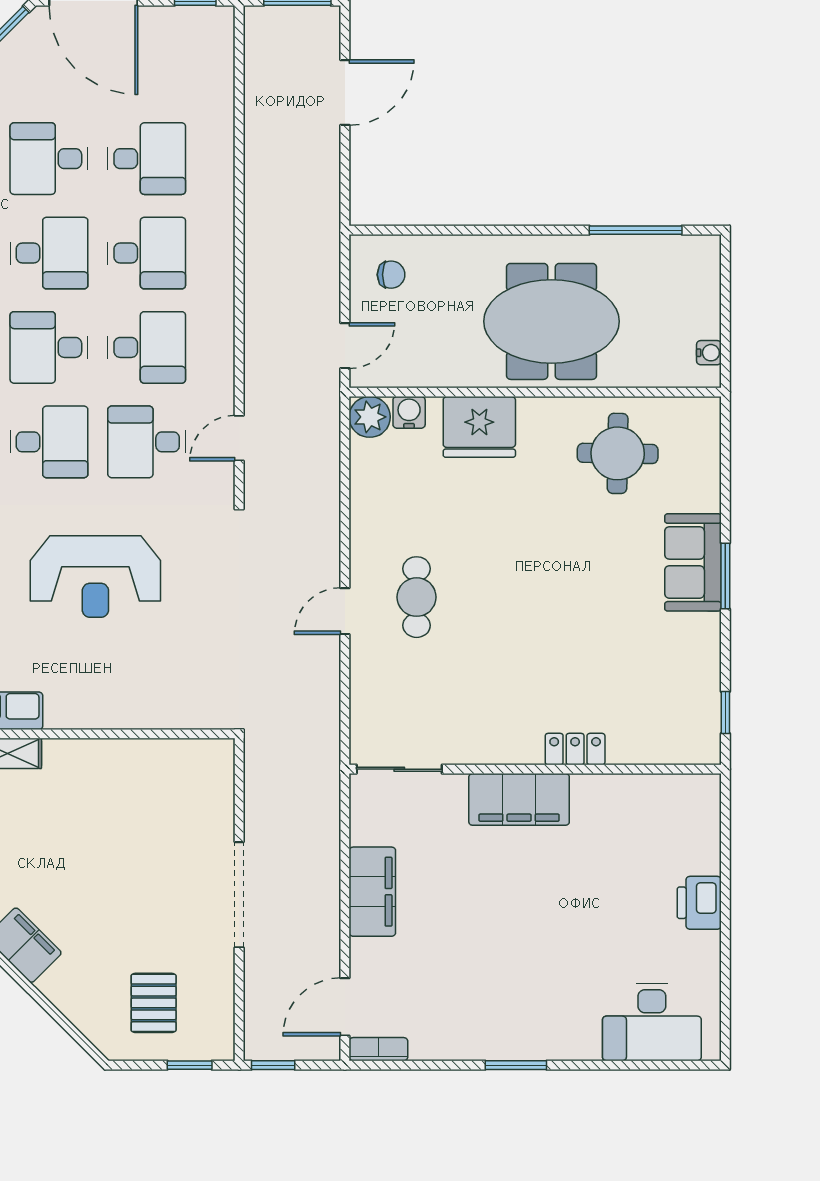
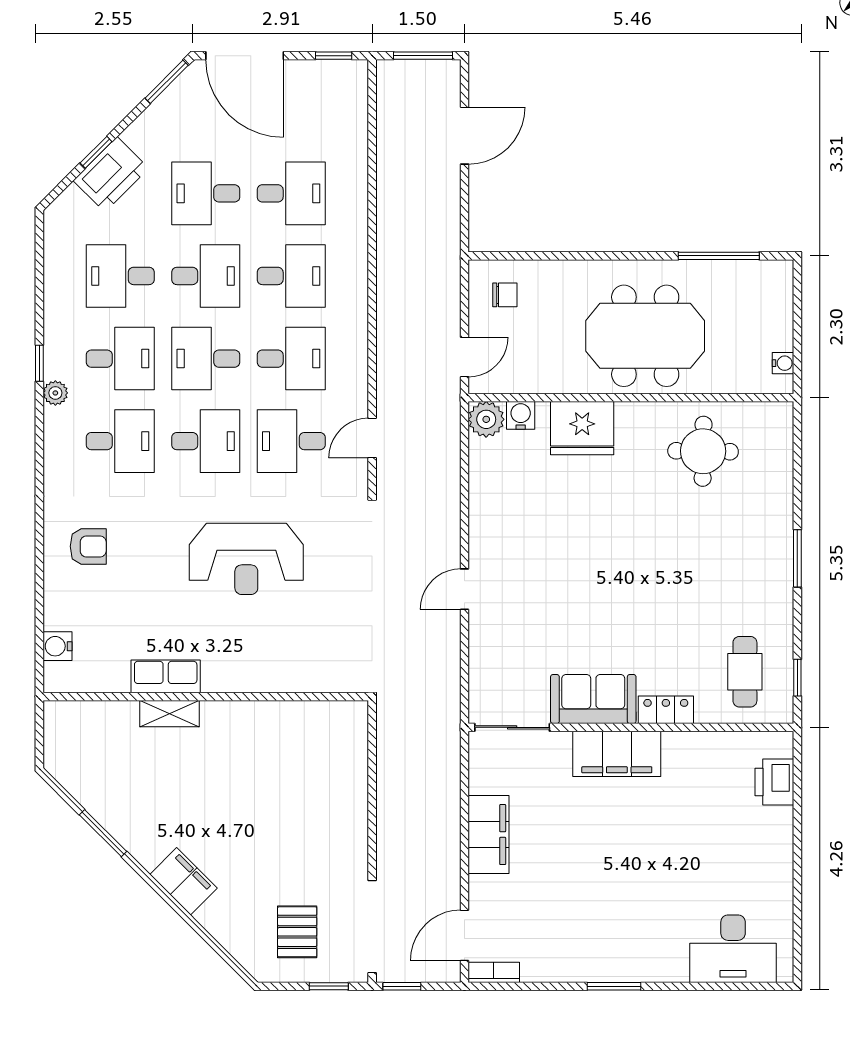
sofa: (693, 562) -> (593, 699), moved, turned 90
cafe table: (417, 597) -> (745, 672), moved
doorway: (239, 895) -> (372, 927), moved
printer: (699, 903) -> (774, 782), moved

